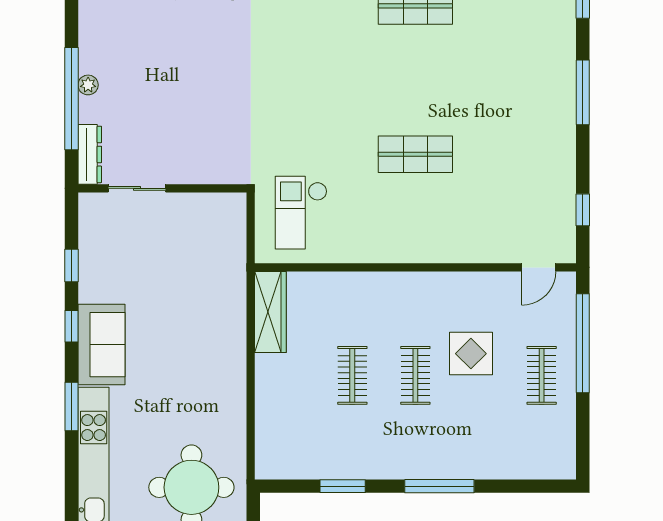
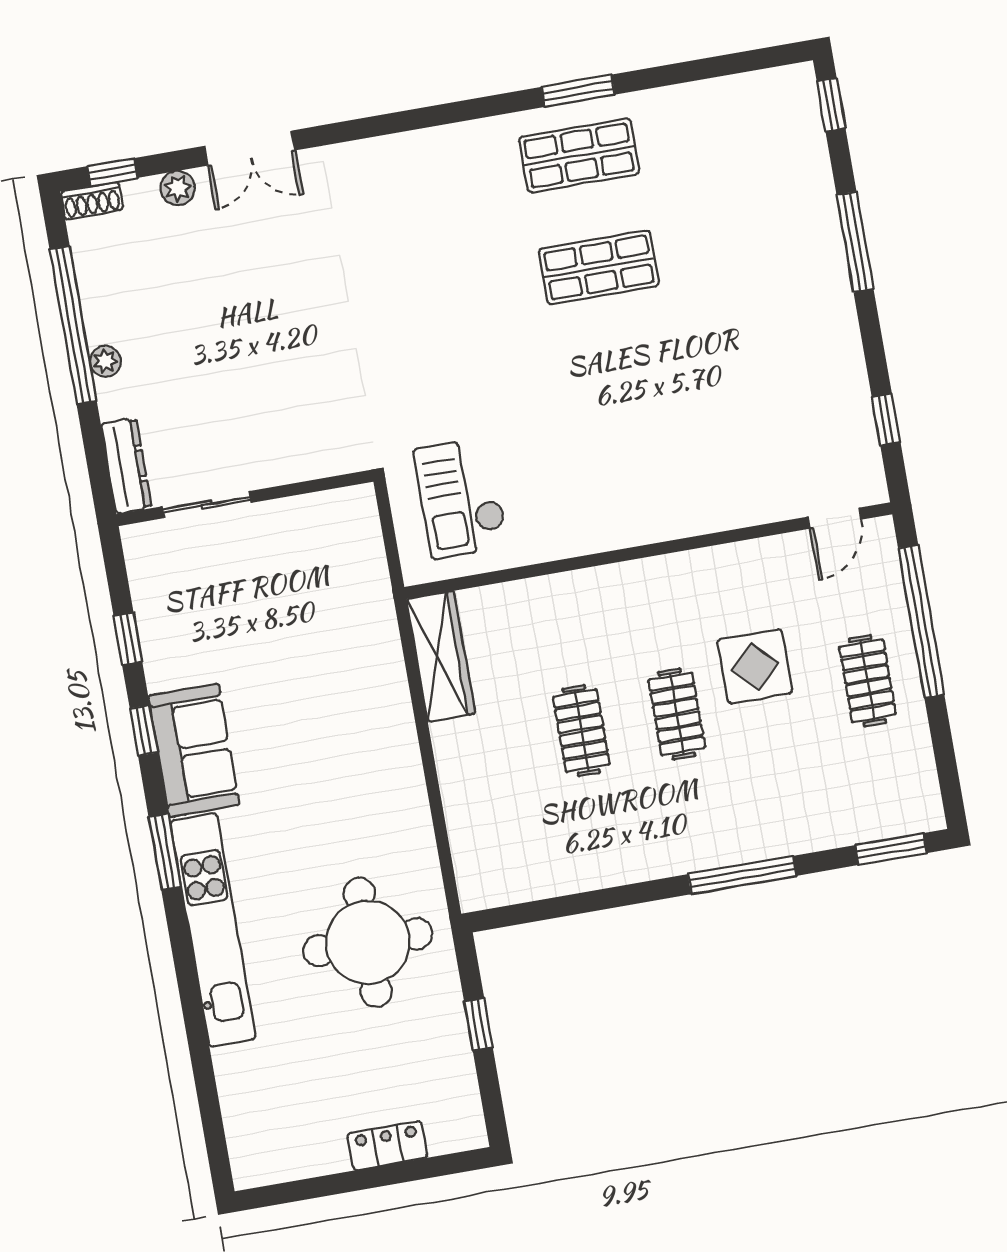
window: (71, 99) -> (73, 325), moved
shop shelf: (415, 154) -> (599, 268), moved
window: (343, 486) -> (891, 849), moved

